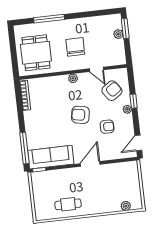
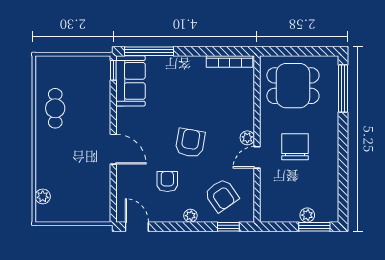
window: (49, 19) -> (343, 89), moved
chair: (75, 47) -> (295, 147), turned -90
door: (96, 69) -> (257, 157), moved
window: (134, 101) -> (228, 227), moved
armchair: (107, 127) -> (167, 182), turned 180
sofa: (51, 157) -> (130, 81), width x0.73

